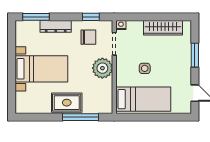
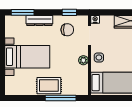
plant: (102, 68) -> (83, 60), width x0.53, depth x0.53
side table: (145, 68) -> (99, 57), moved

